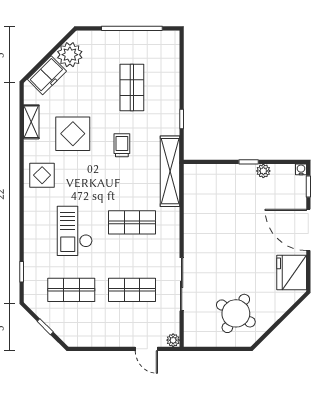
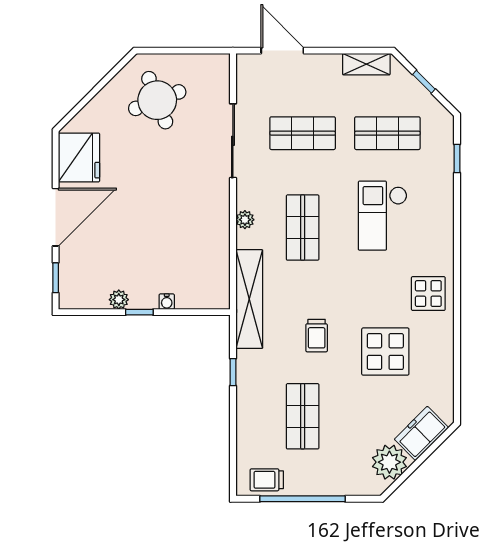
trolley: (157, 42) -> (267, 480), added
shelving: (31, 122) -> (366, 64), moved, turned 90
water cooler: (301, 169) -> (167, 302), moved
shop shelf: (132, 222) -> (303, 228), turned 90
door: (308, 230) -> (56, 217), hinge flipped
checkout: (75, 231) -> (383, 216), turned 180
round table: (236, 313) -> (157, 100), turned 38
plant: (173, 340) -> (245, 220), moved
door: (146, 349) -> (282, 51), width x1.38

